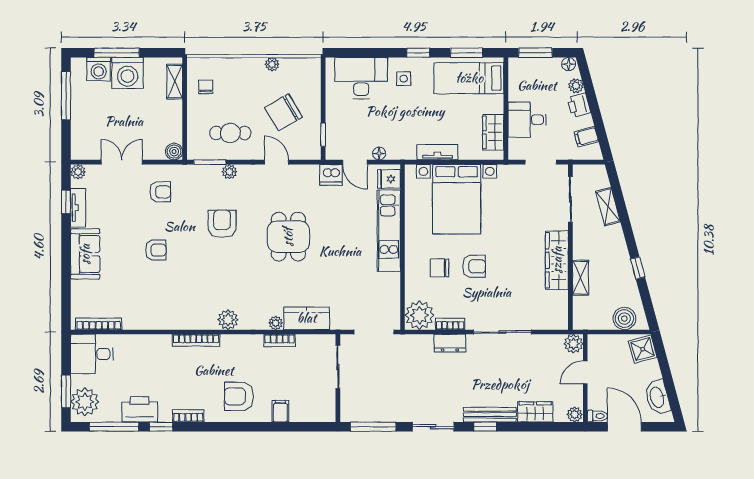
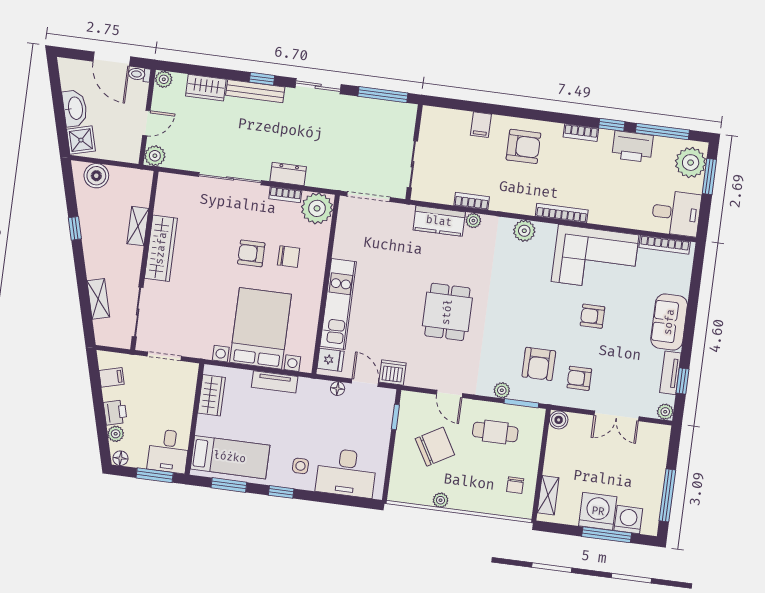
desk: (527, 120) -> (168, 451), moved, turned 90
armchair: (222, 224) -> (539, 364), moved
corner sofa: (160, 303) -> (595, 258), added
washbasin: (657, 397) -> (75, 108), moved

